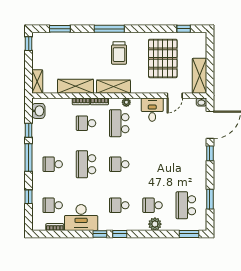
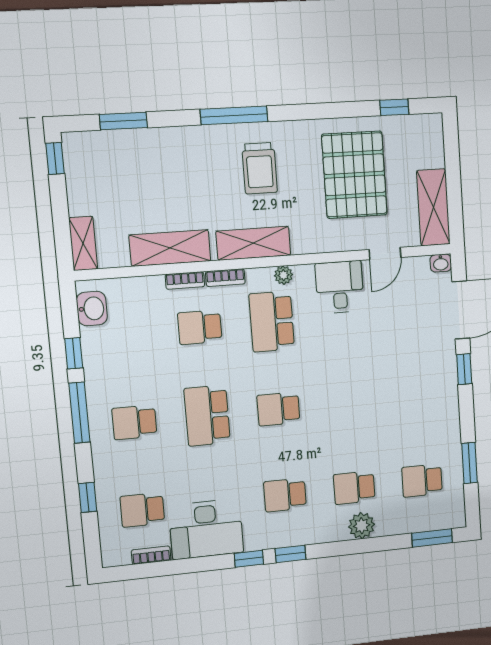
school desk: (186, 205) -> (422, 481), width x0.54

